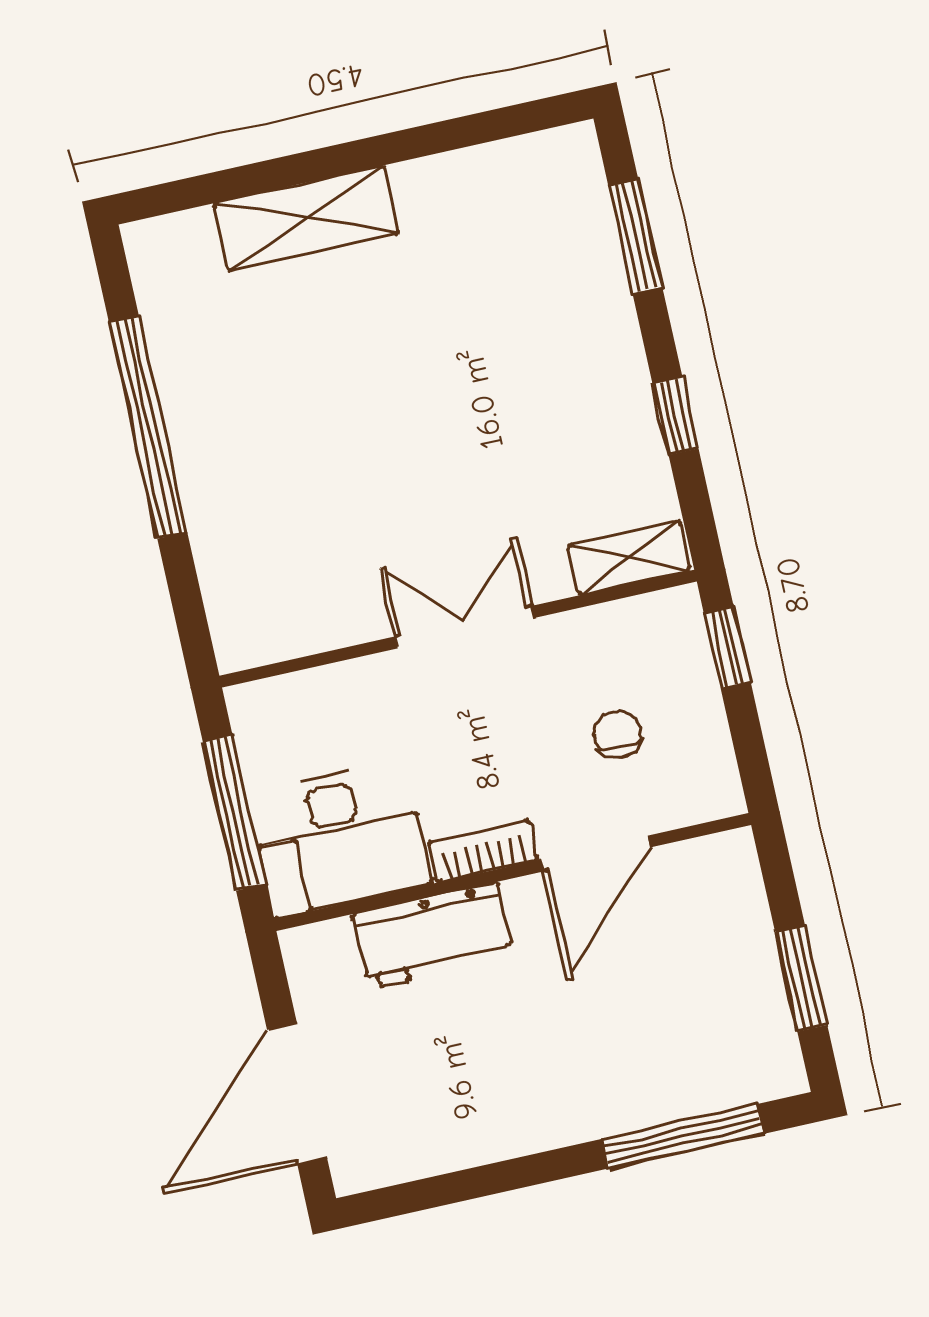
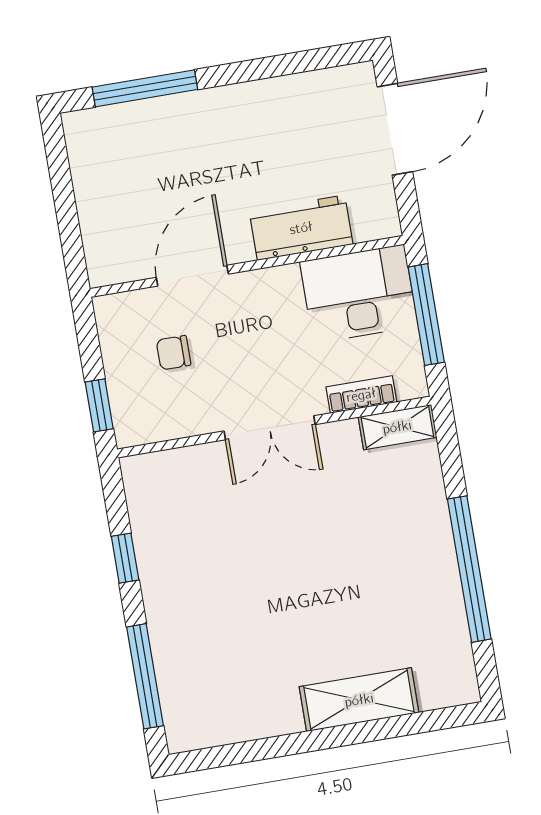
window: (635, 237) -> (145, 676), width x1.44
shelving: (629, 558) -> (397, 427), moved
chair: (618, 734) -> (174, 353), turned 90
bookcase: (483, 851) -> (361, 395), moved, turned 180
window: (801, 978) -> (62, 187), removed

